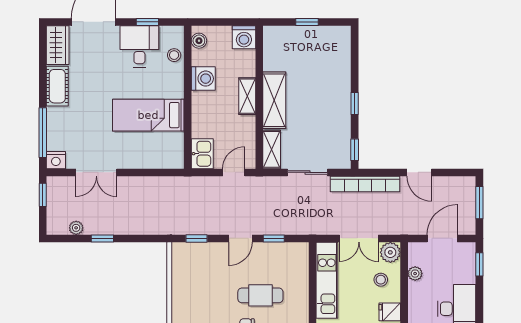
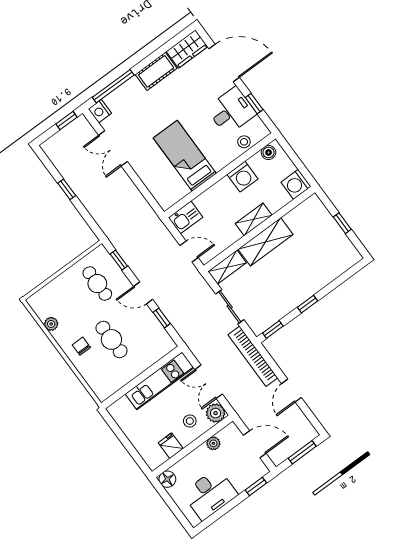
plant: (76, 228) -> (60, 164), removed
cafe table: (203, 272) -> (97, 284), added

